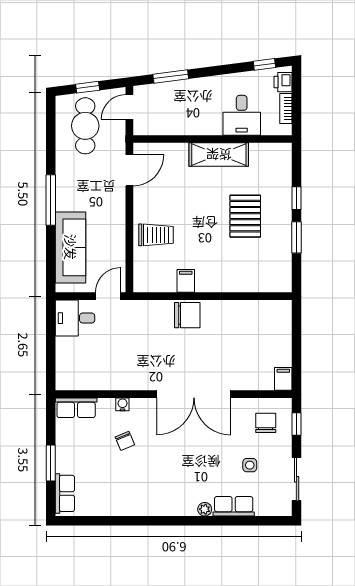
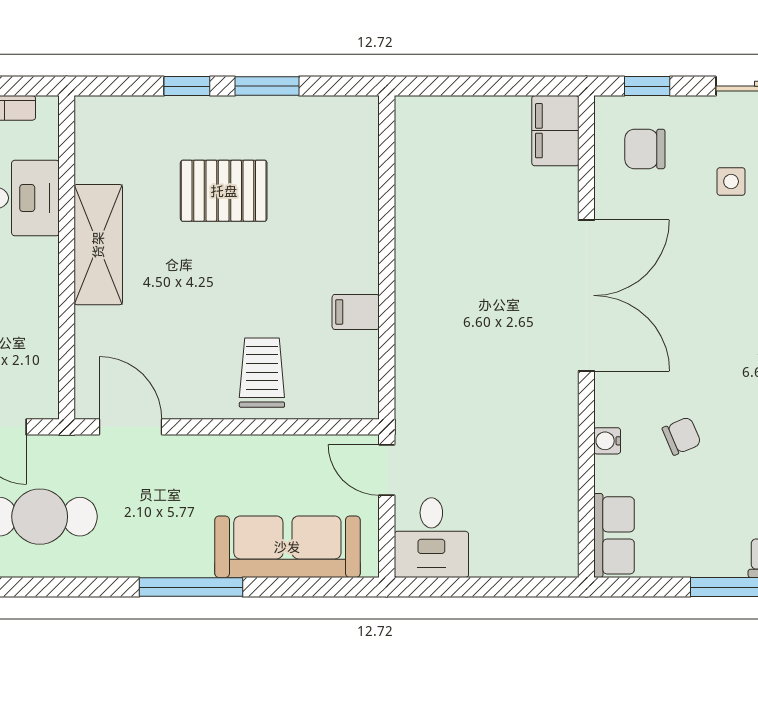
chair: (187, 315) -> (425, 309), removed
filing cabinet: (283, 379) -> (555, 131), width x2.00

